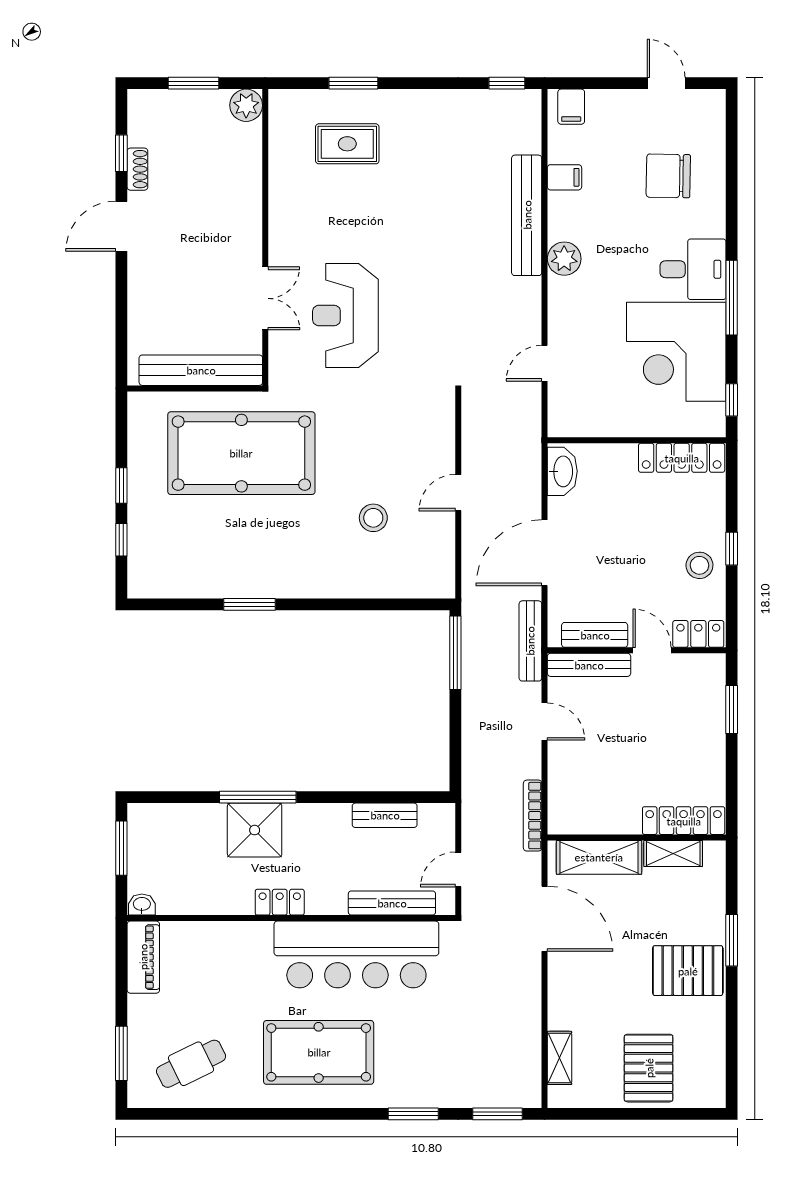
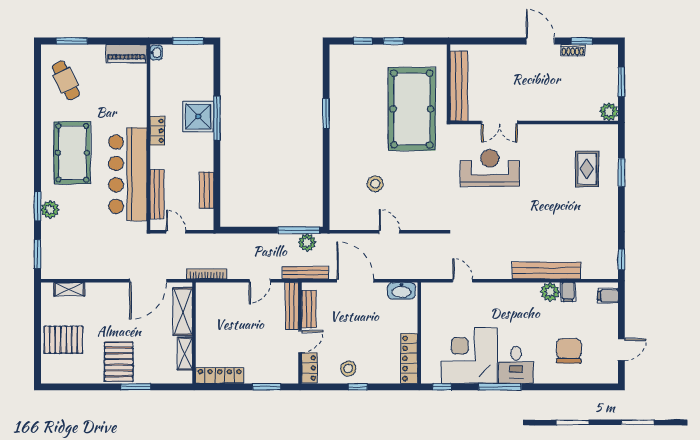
plant: (564, 259) -> (550, 292), moved
plant: (477, 638) -> (307, 242), added
locker: (684, 821) -> (220, 376), moved, turned -90
plant: (419, 1092) -> (50, 210), added

